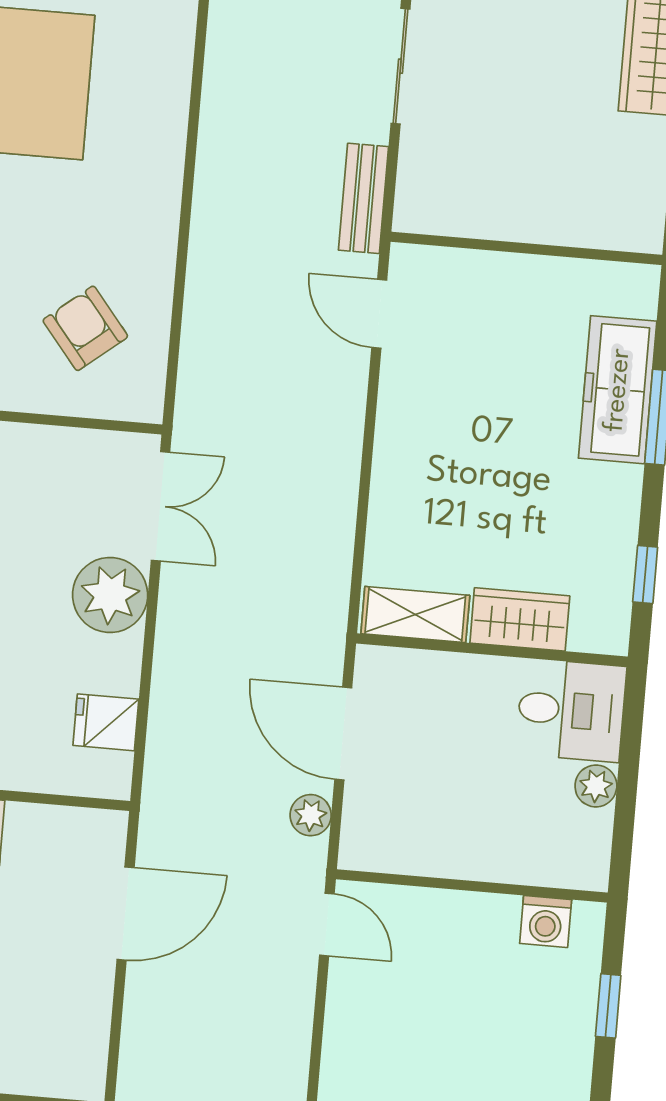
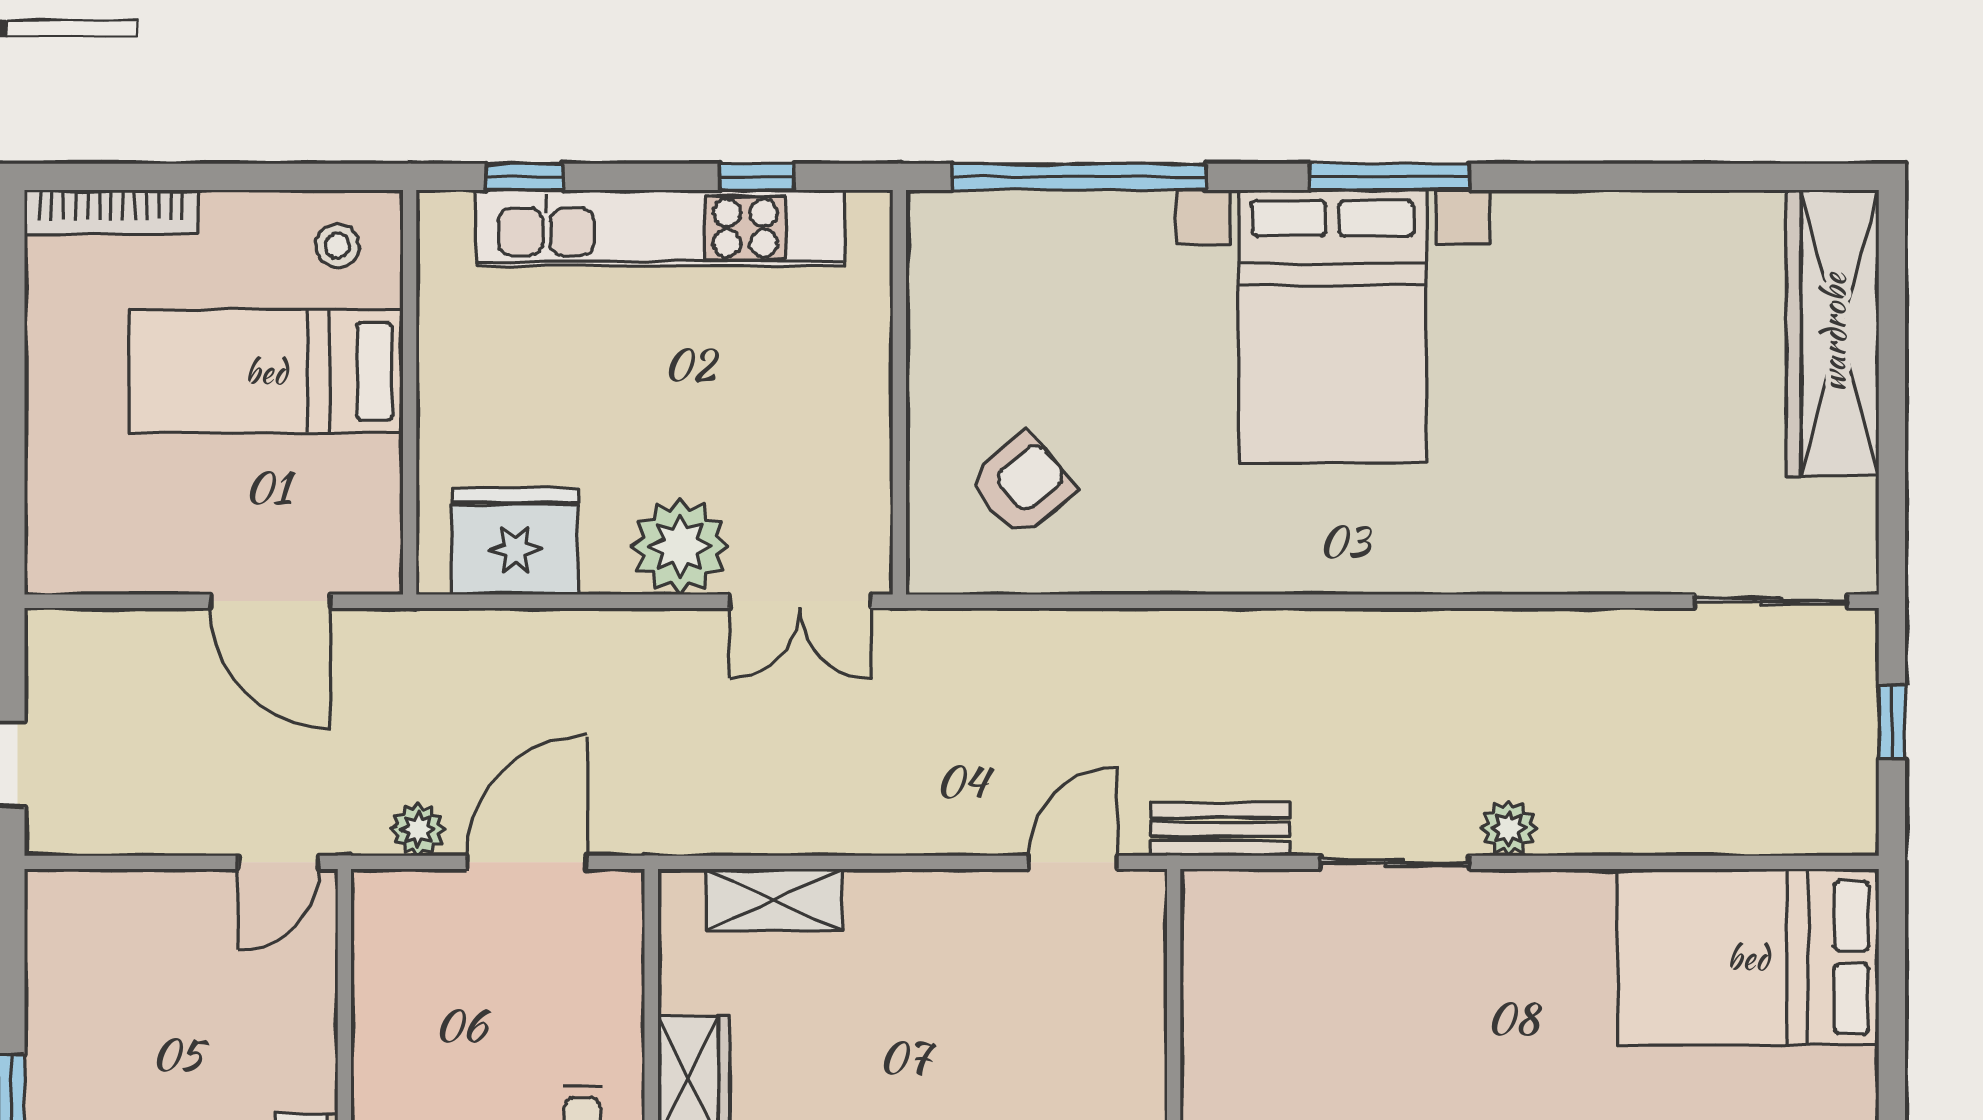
shelving: (415, 615) -> (774, 900), moved, turned 90
fridge: (106, 722) -> (515, 541), width x1.88, depth x1.34

